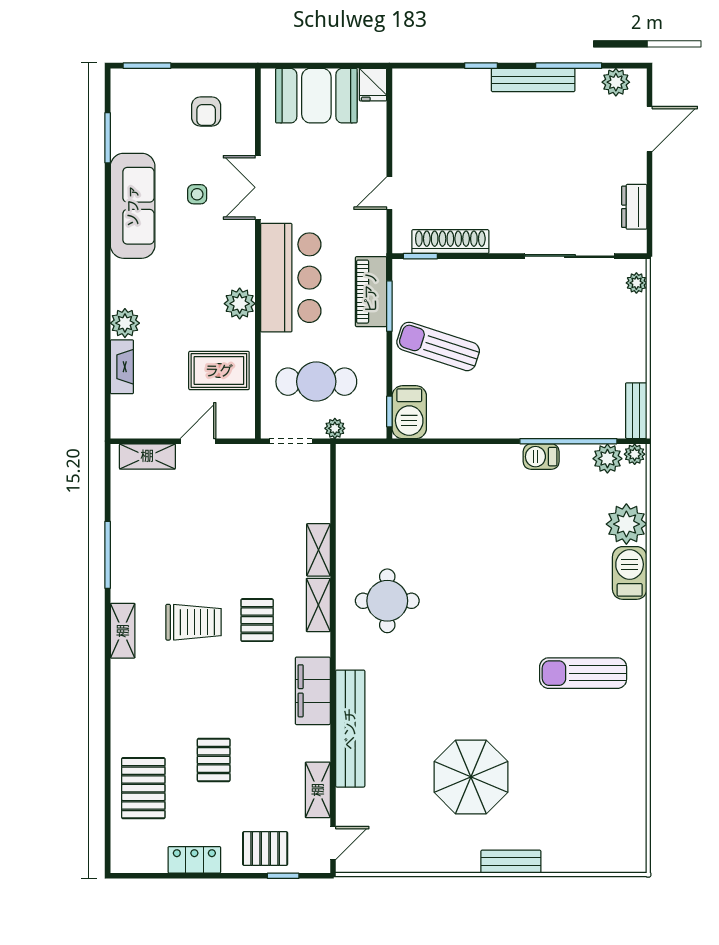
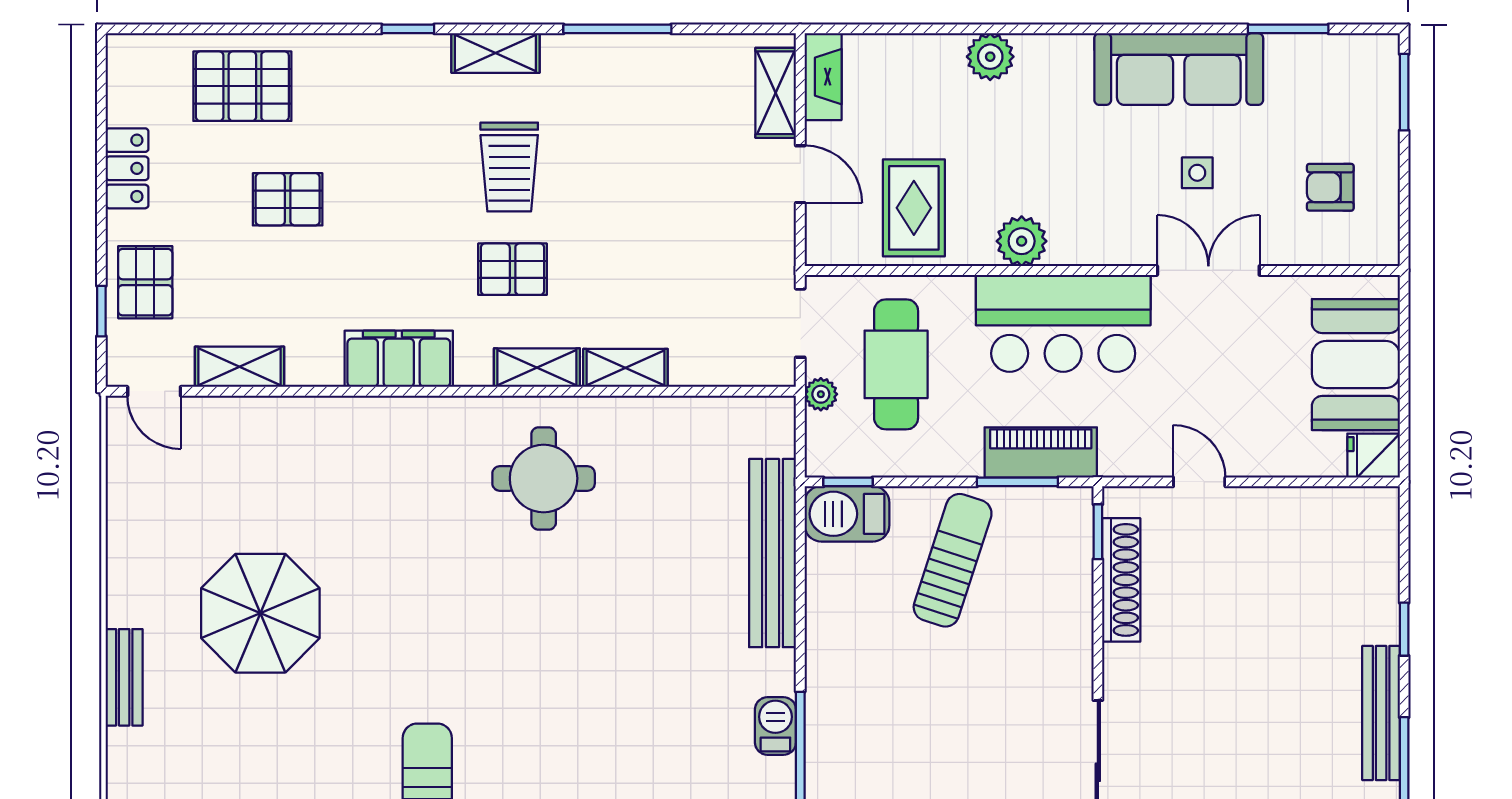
fireplace: (122, 367) -> (823, 77), moved, turned -90
window: (108, 685) -> (408, 29), added
bench: (350, 729) -> (772, 553), moved, turned 90

